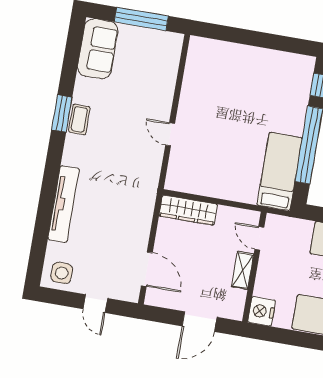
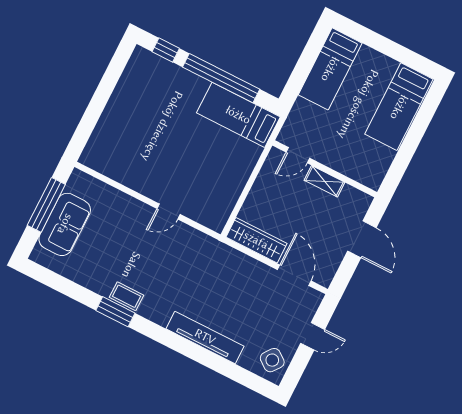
sofa: (98, 49) -> (65, 224), moved, turned 90
wardrobe: (188, 210) -> (256, 240), moved, turned -90
door: (147, 269) -> (294, 275), hinge flipped
side table: (62, 273) -> (272, 360), turned 37
nightstand: (262, 311) -> (370, 175), removed

